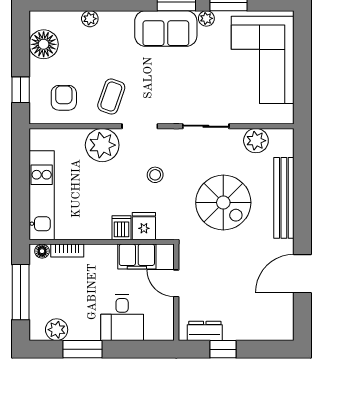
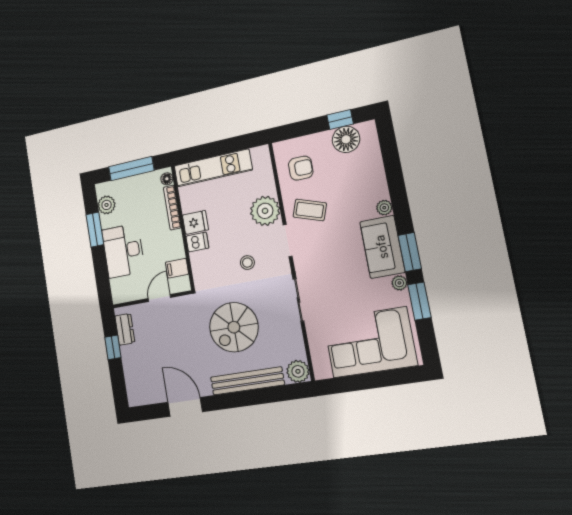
plant: (90, 19) -> (384, 208), moved
window: (21, 90) -> (340, 120), moved
plant: (256, 141) -> (298, 371), moved
fridge: (144, 226) -> (195, 222), moved
bookcase: (67, 251) -> (172, 208), width x1.56
filing cabinet: (137, 257) -> (177, 268), width x0.50
desk: (122, 318) -> (123, 251), width x1.37

